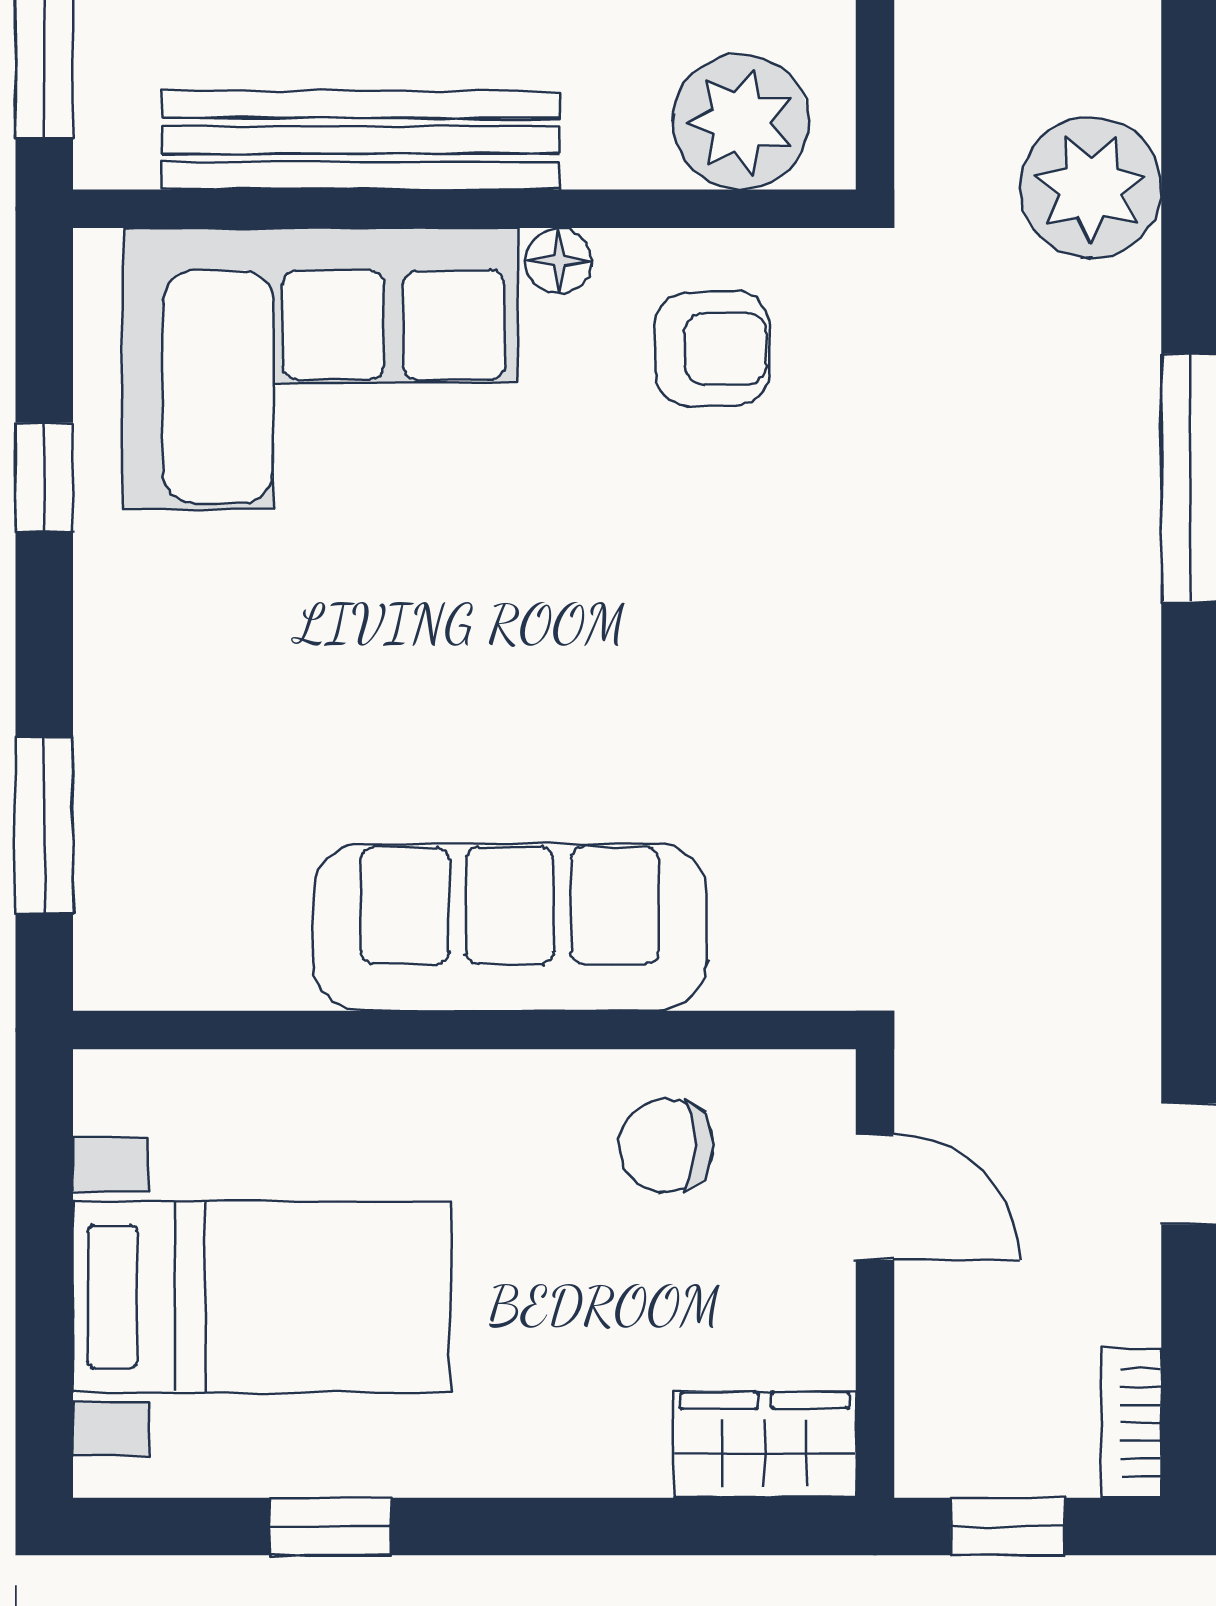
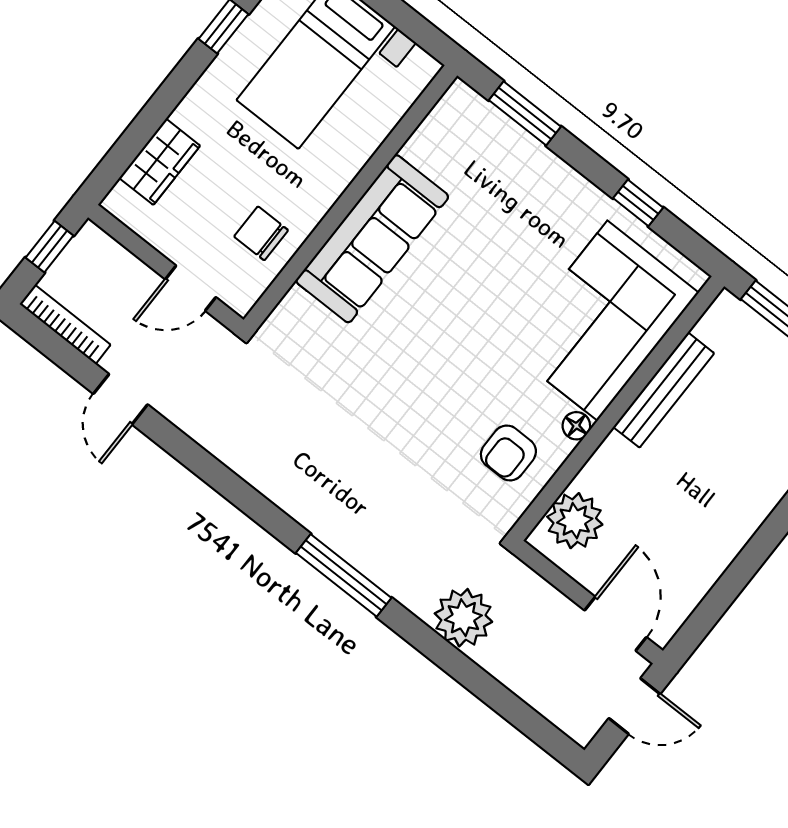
bench: (360, 140) -> (664, 390), width x0.73, depth x0.82
chair: (666, 1146) -> (261, 233), turned -90
bookcase: (1132, 1423) -> (65, 324), width x1.56
wardrobe: (765, 1445) -> (160, 162), moved

